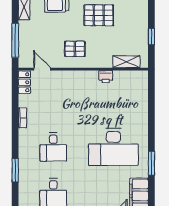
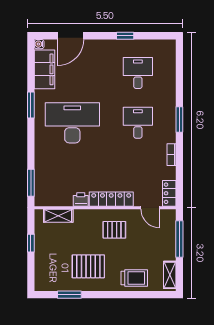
locker: (78, 77) -> (111, 199), added
window: (151, 92) -> (31, 183), added
window: (15, 170) -> (179, 119), moved

